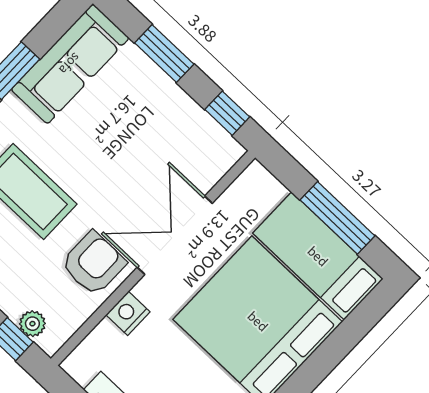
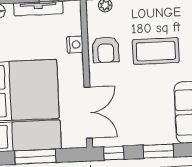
double door: (175, 235) -> (88, 113), moved

